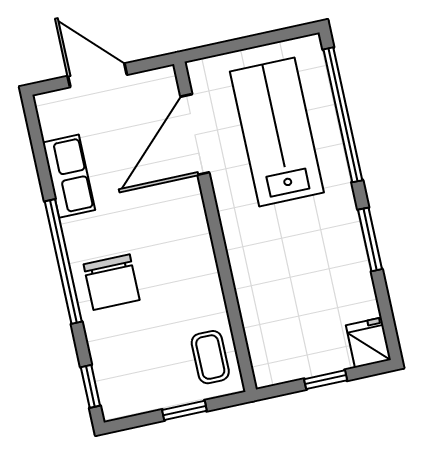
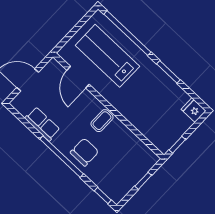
door: (195, 135) -> (78, 77), width x0.73
chair: (112, 282) -> (84, 152), turned -90
coffee table: (210, 357) -> (102, 121), moved, turned 90
window: (326, 380) -> (177, 145), moved

